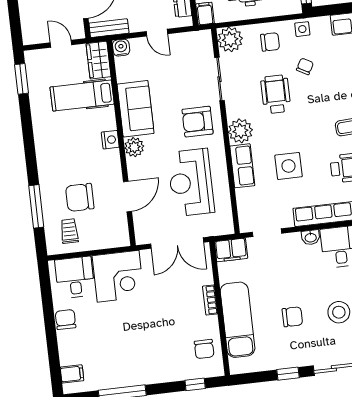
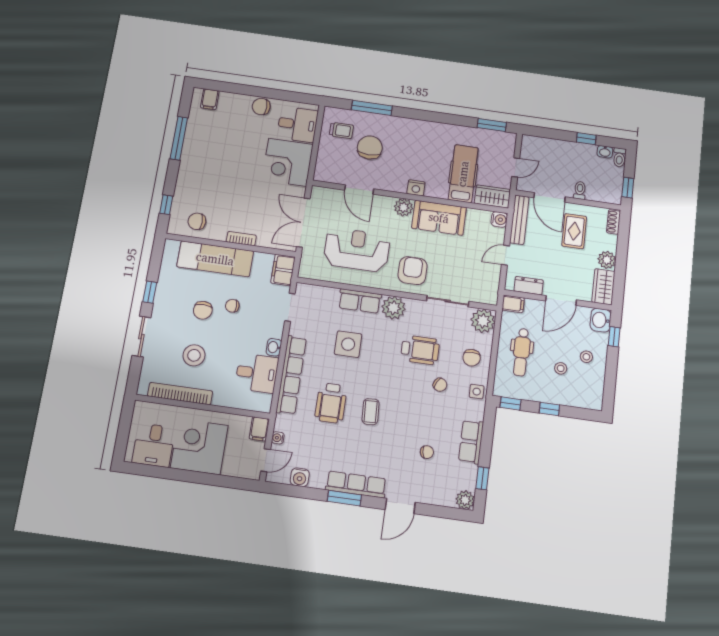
bench: (109, 28) -> (519, 220), width x1.36
chair: (280, 289) -> (232, 306), added
chair: (66, 320) -> (261, 107), turned 180

